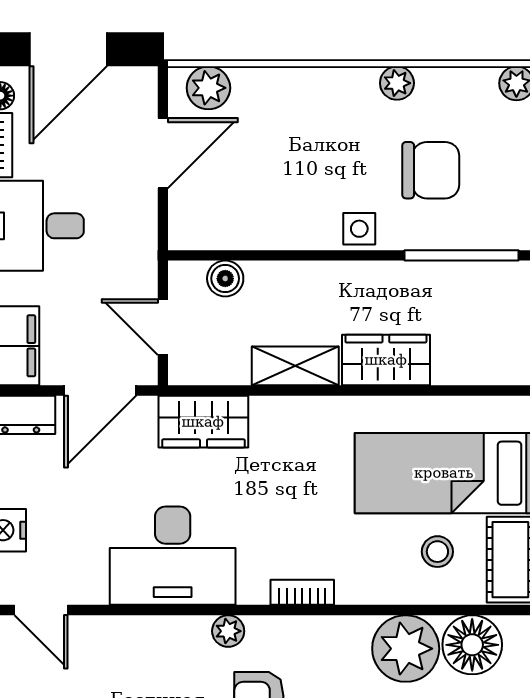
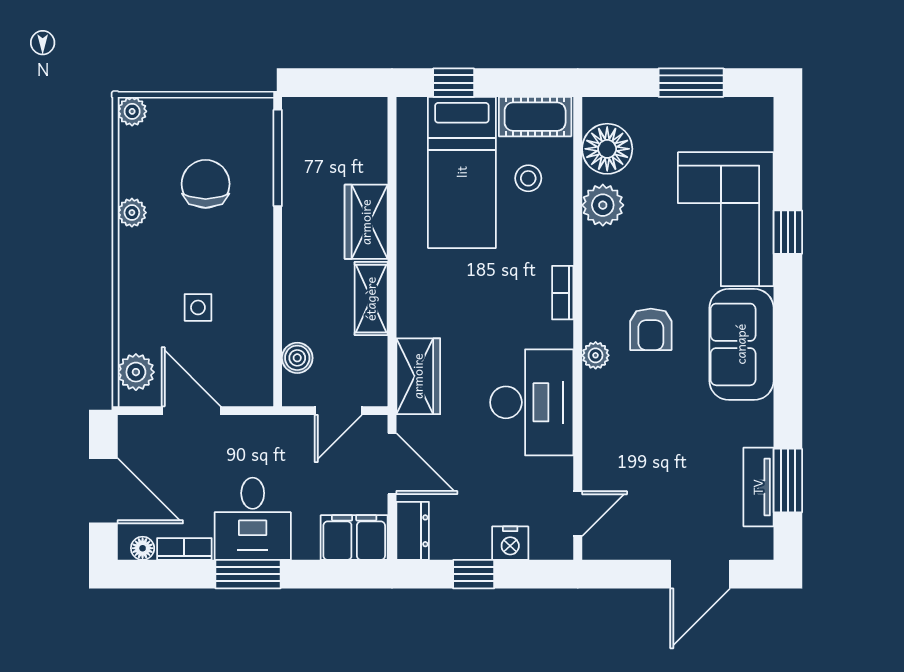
side table: (359, 229) -> (198, 307), moved
plant: (406, 649) -> (603, 205), width x0.73, depth x0.73

